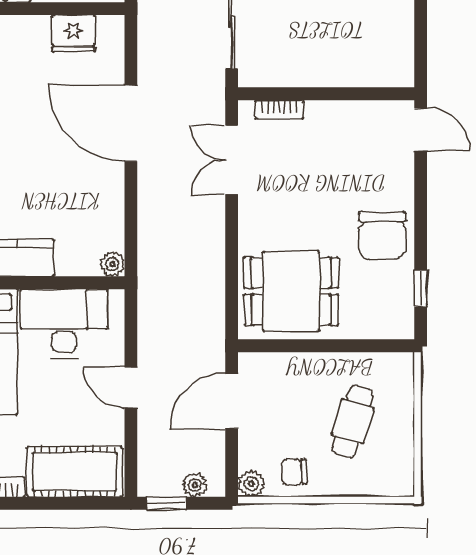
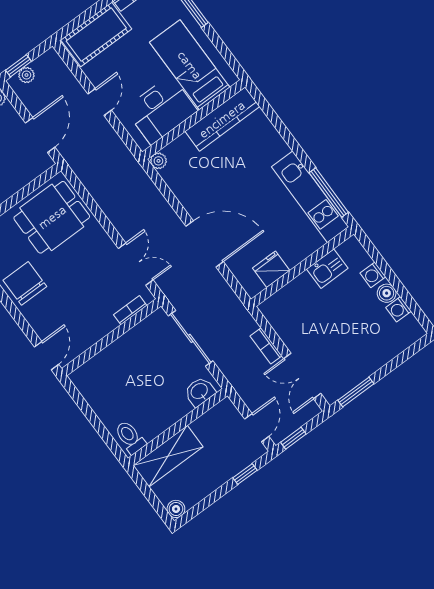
door: (421, 130) -> (46, 356), swing flipped
door: (131, 387) -> (100, 102), hinge flipped
window: (166, 503) -> (18, 66), moved

